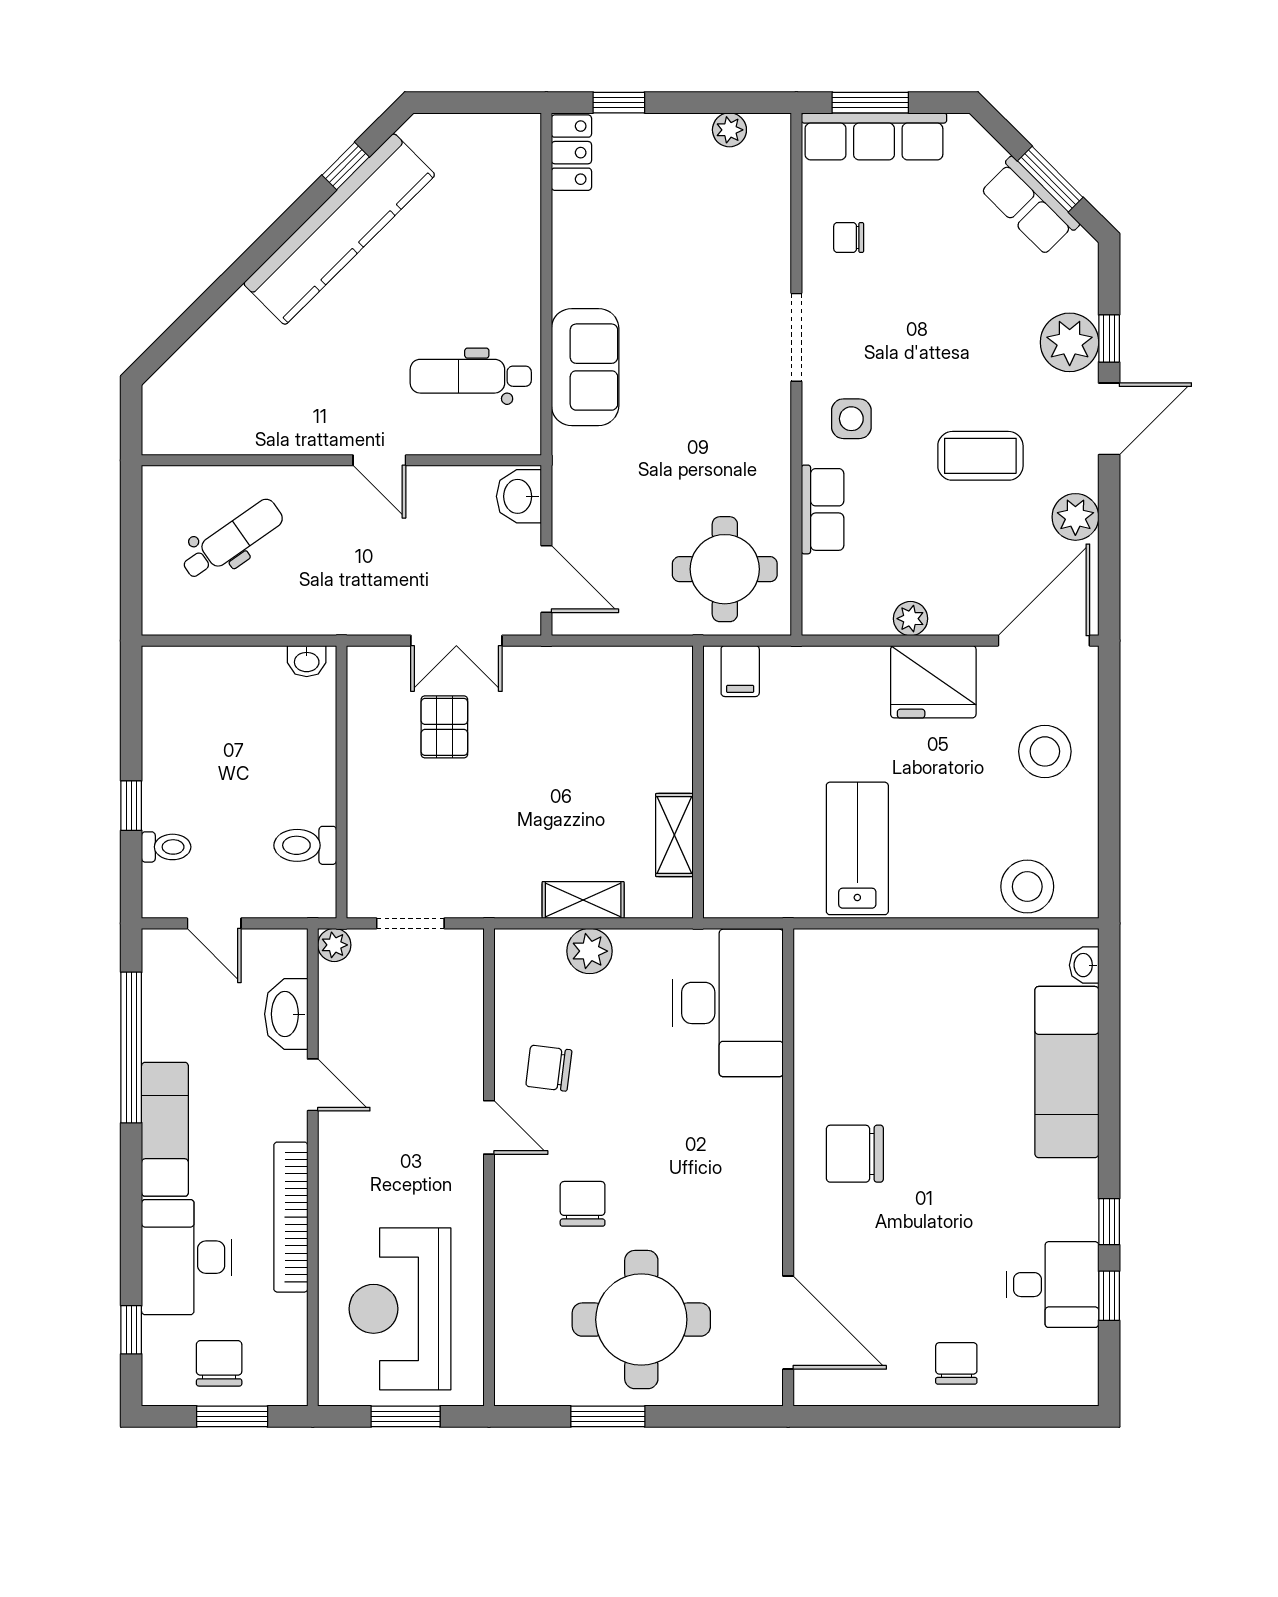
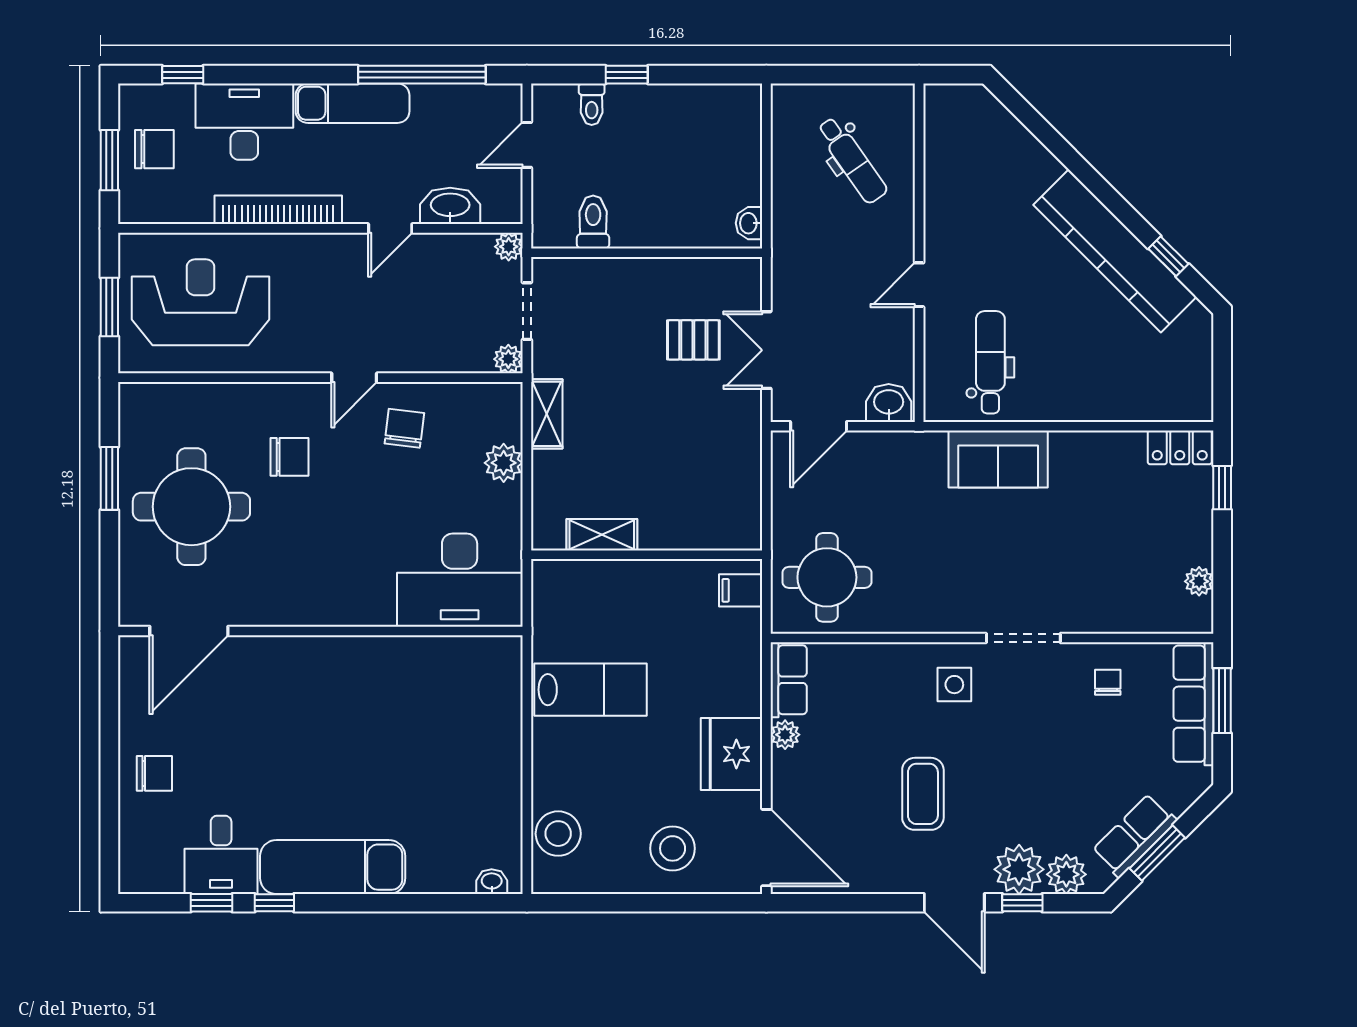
row of seats: (823, 509) -> (789, 680), moved, turned -90
plant: (1075, 517) -> (1066, 874), moved
shelving: (583, 900) -> (547, 414), moved
plant: (467, 945) -> (508, 359), added
exam couch: (1067, 1072) -> (333, 867), moved
chair: (855, 1154) -> (332, 687), removed

